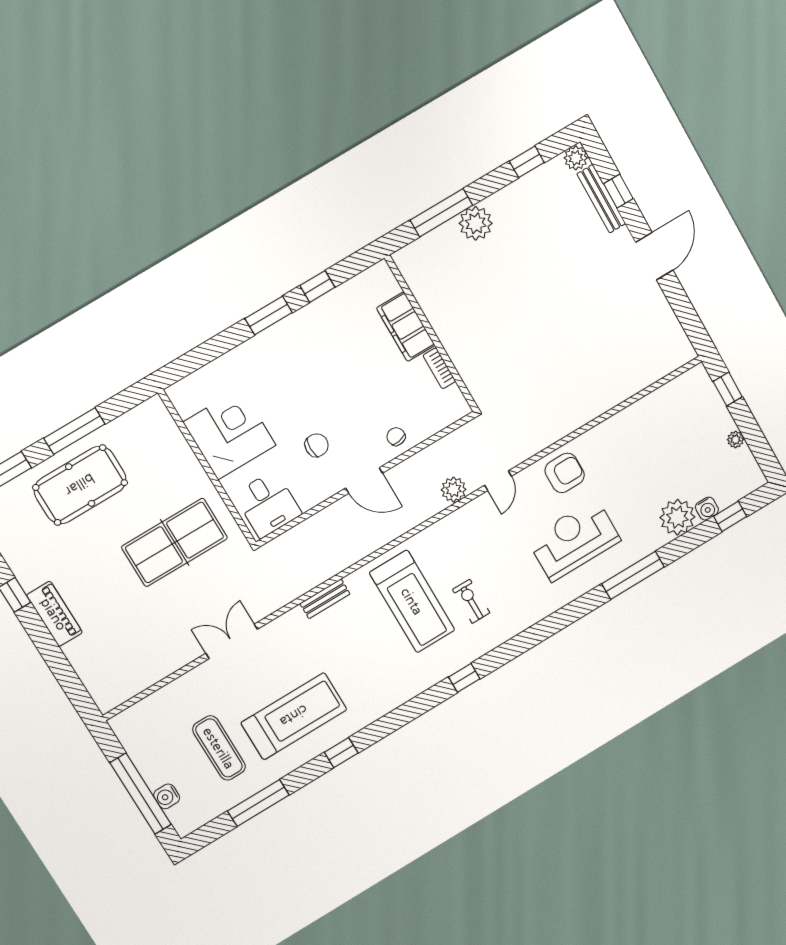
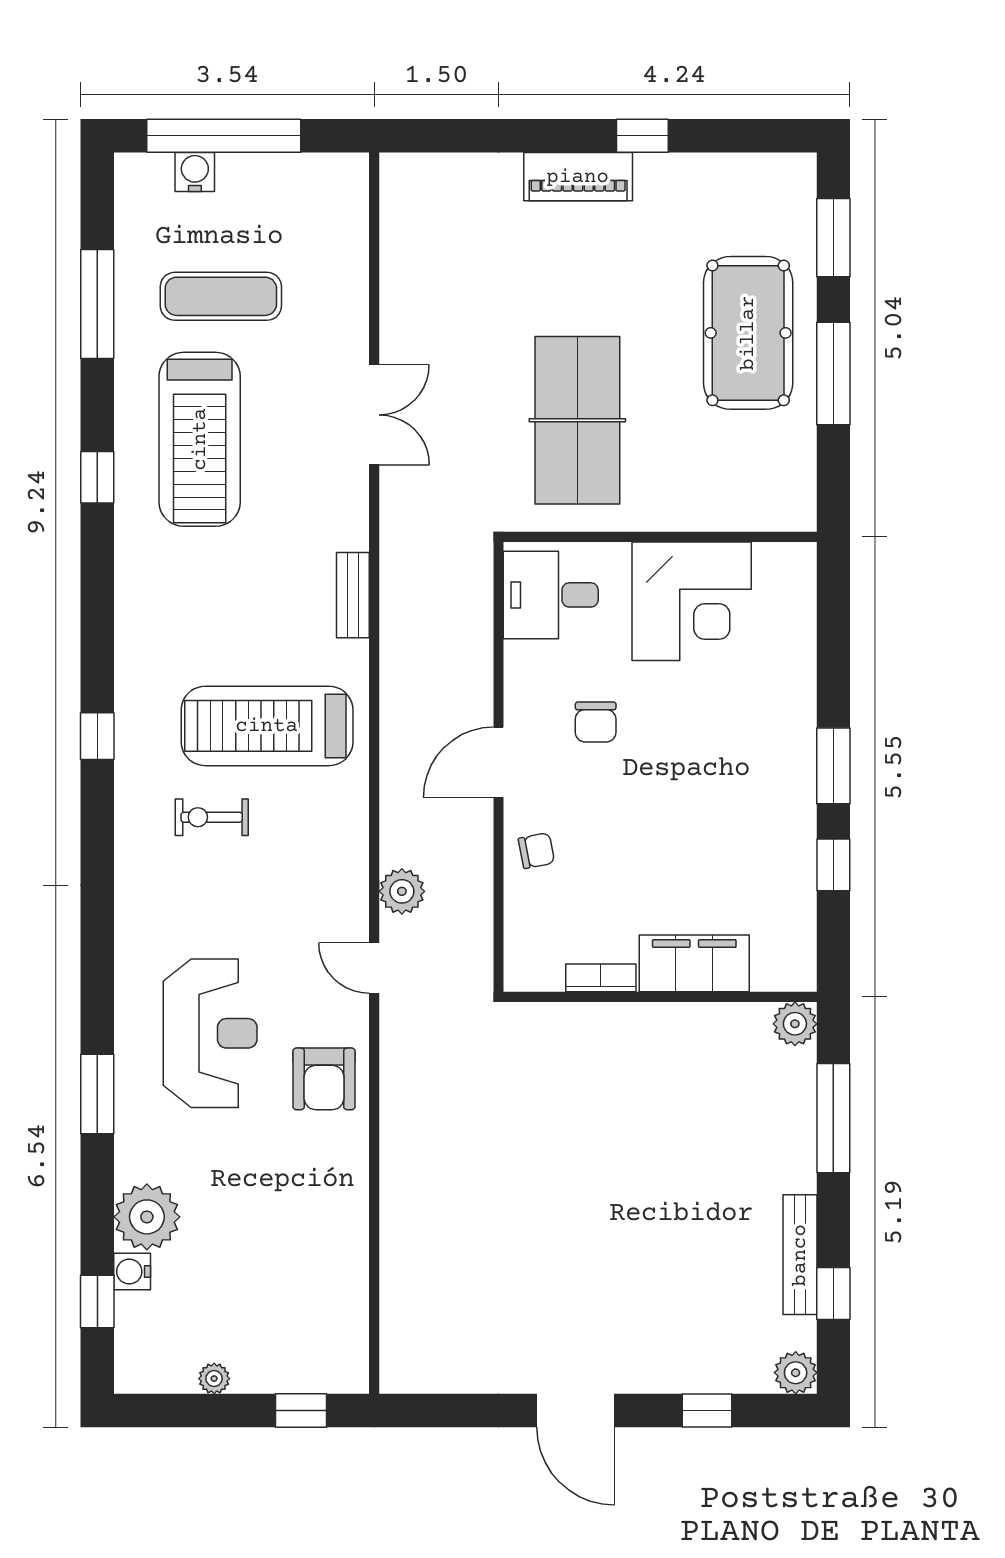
bench: (601, 199) -> (800, 1255), moved, turned 90
plant: (476, 223) -> (795, 1024), moved, width x0.73, depth x0.73
window: (633, 575) -> (97, 1094), width x0.69
exercise bike: (471, 601) -> (212, 817), turned 180

